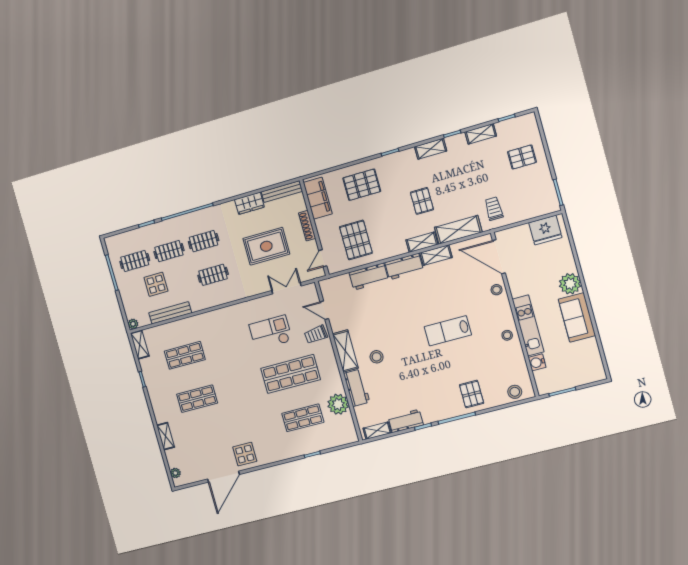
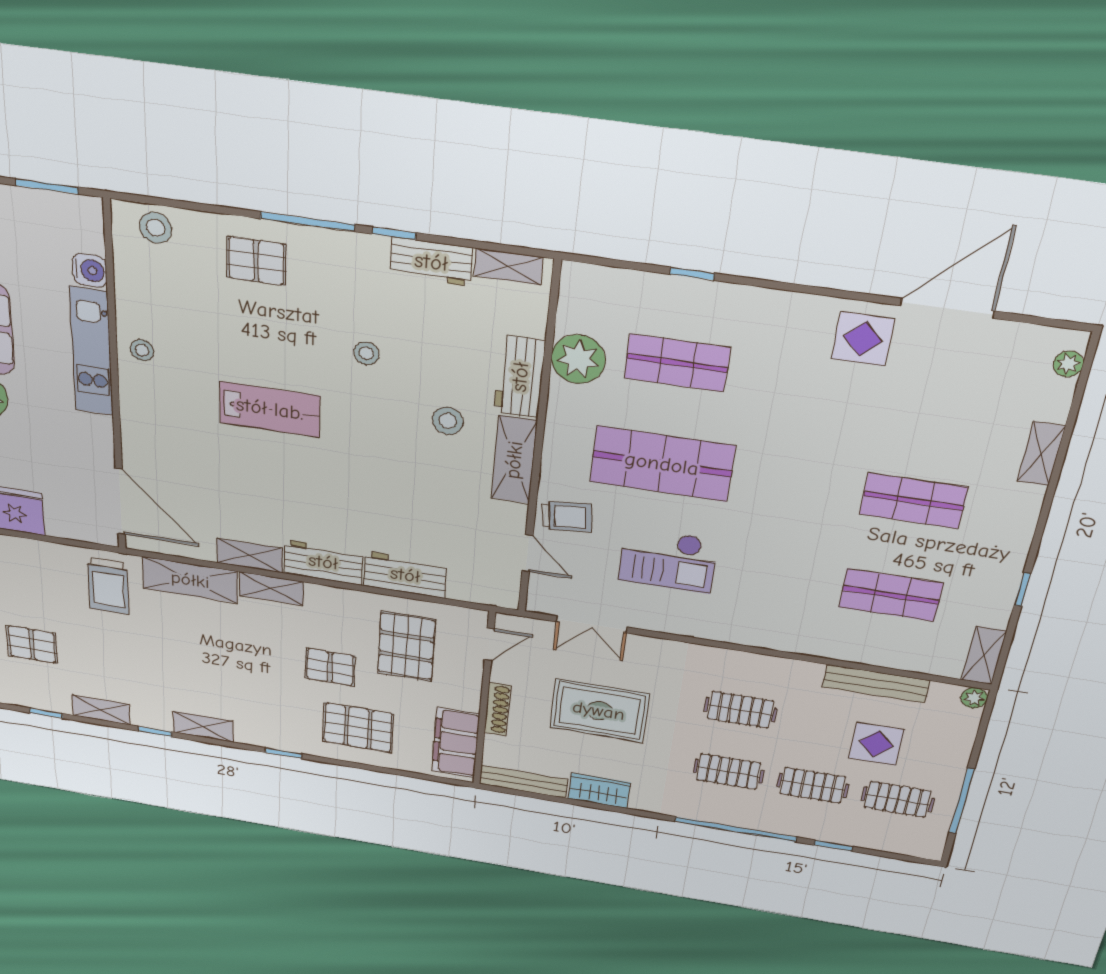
pallet: (422, 201) -> (330, 667), moved, turned 90
trolley: (494, 209) -> (108, 586), width x1.36, depth x1.39
stool: (497, 290) -> (366, 353), moved
pallet: (472, 394) -> (256, 261), turned 90

